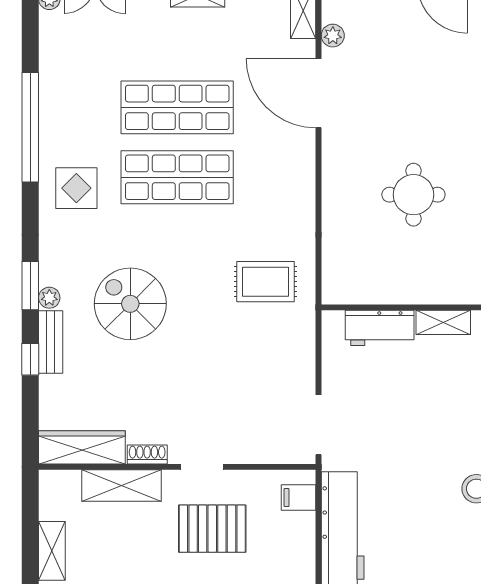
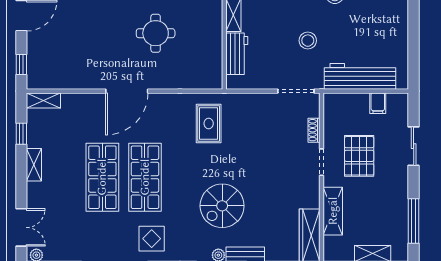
plant: (333, 36) -> (59, 82), removed
door: (319, 93) -> (127, 91), moved
stool: (401, 444) -> (308, 41), added
shoe rack: (147, 454) -> (314, 130), moved
filing cabinet: (299, 497) -> (378, 103), moved

